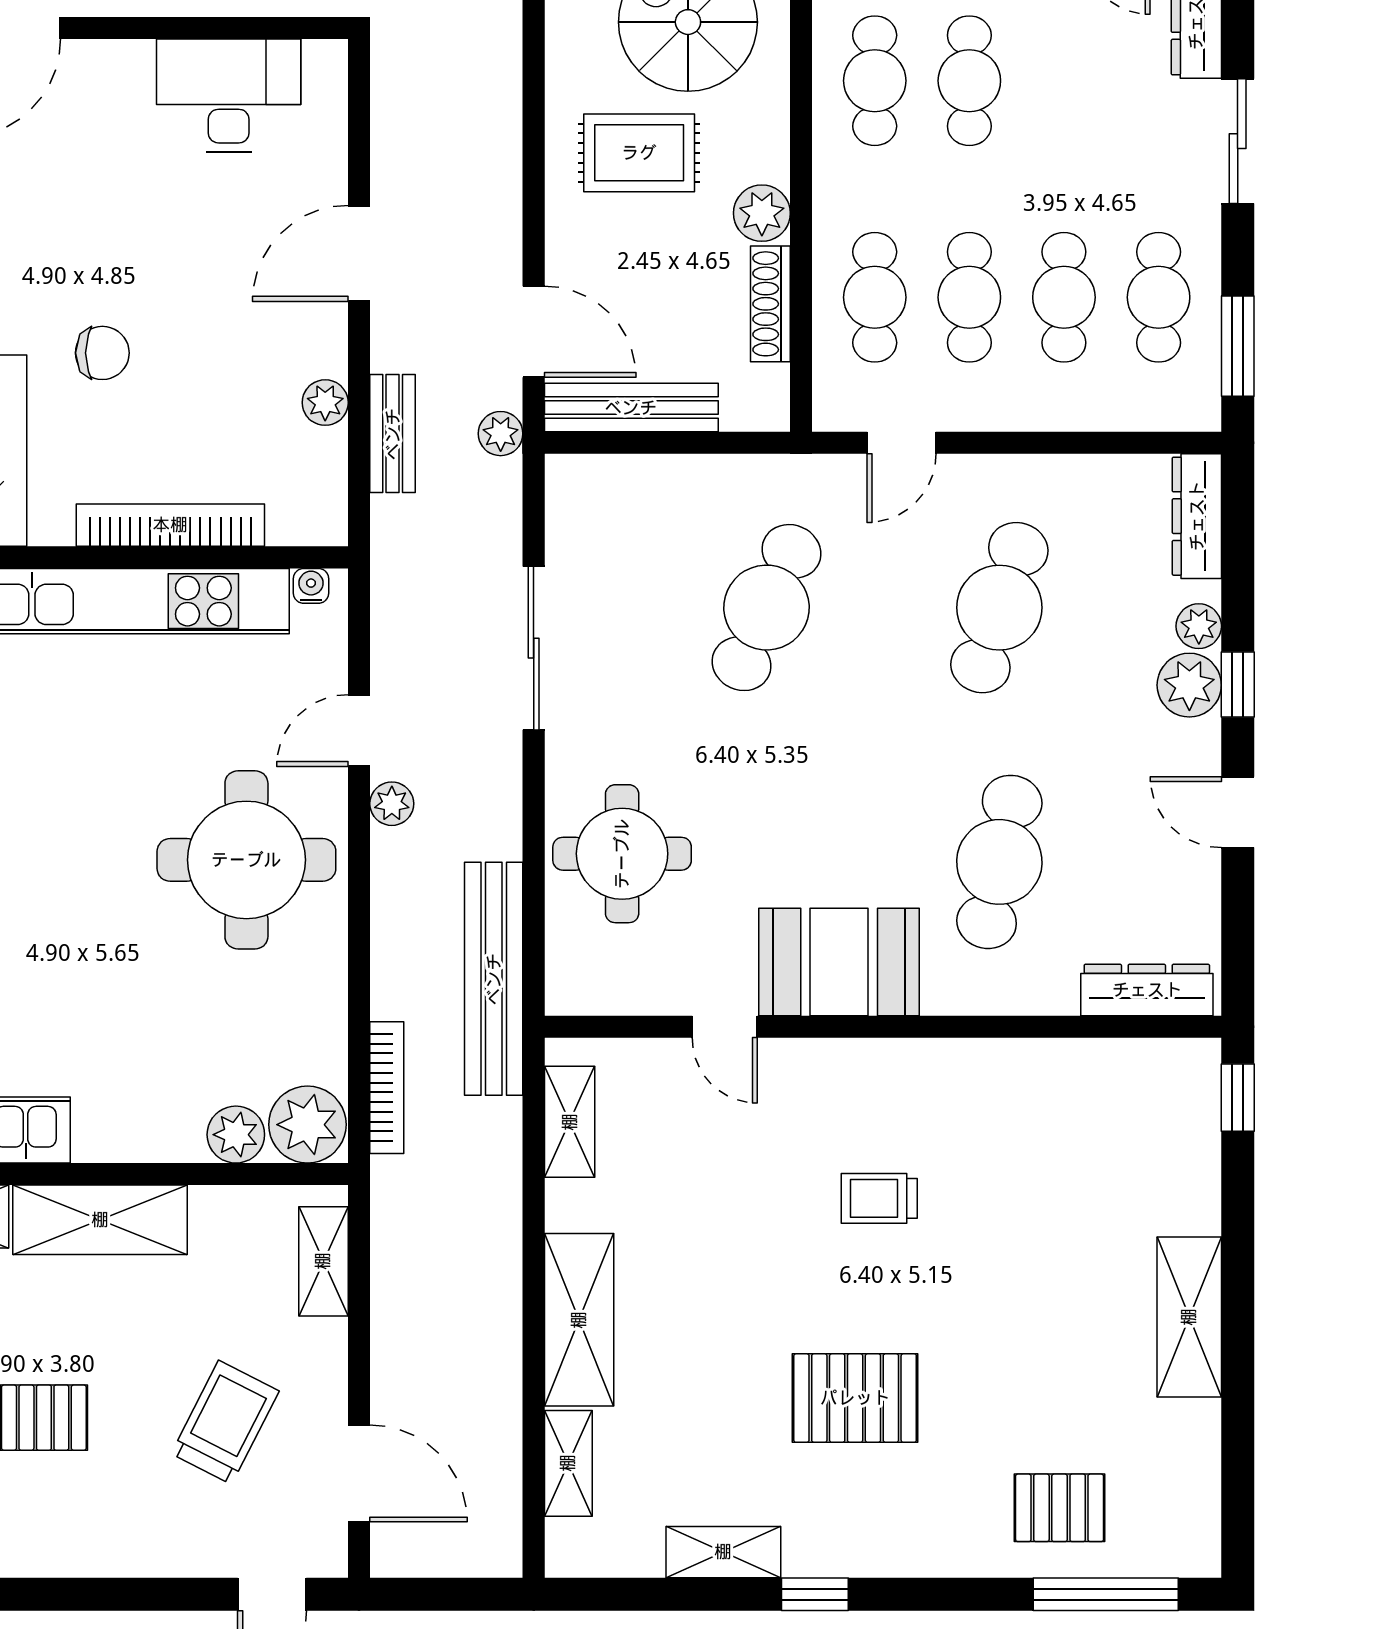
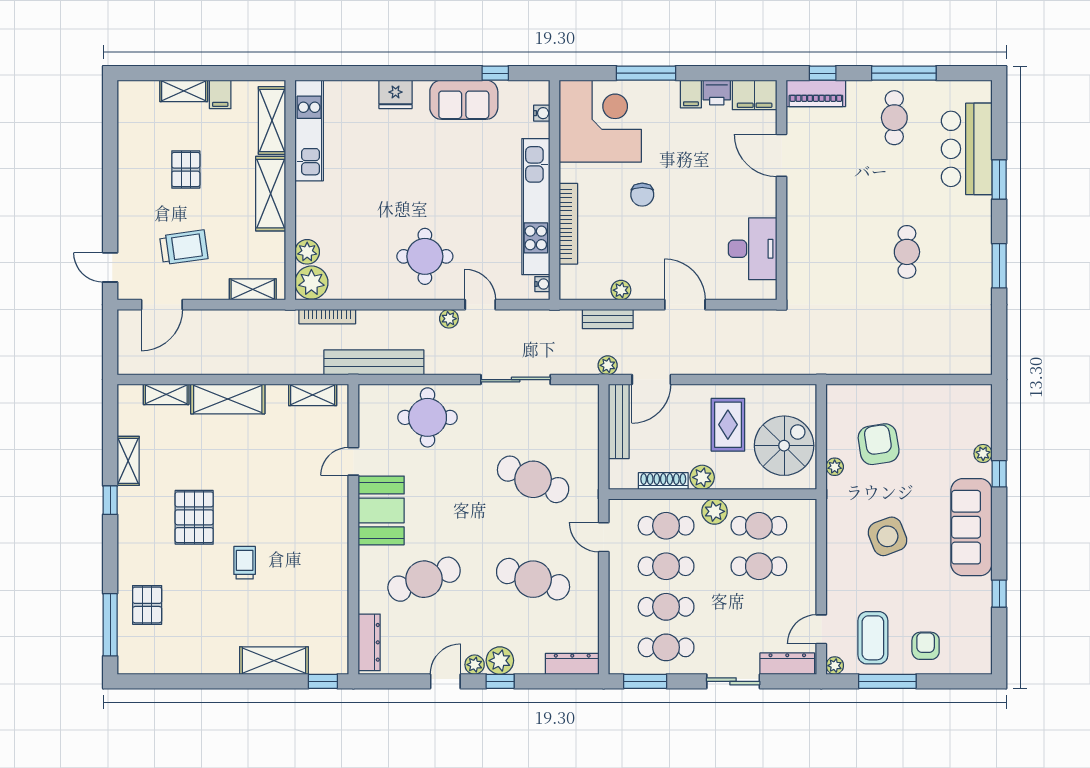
plant: (842, 184) -> (715, 511), added
plant: (1199, 626) -> (475, 665), moved
round table: (246, 860) -> (425, 256), width x0.73, depth x0.73
cafe table: (999, 862) -> (424, 579), turned -33
trolley: (879, 1198) -> (245, 563), moved
shelving: (1189, 1317) -> (274, 661), moved
trolley: (225, 1422) -> (184, 247), turned -35

